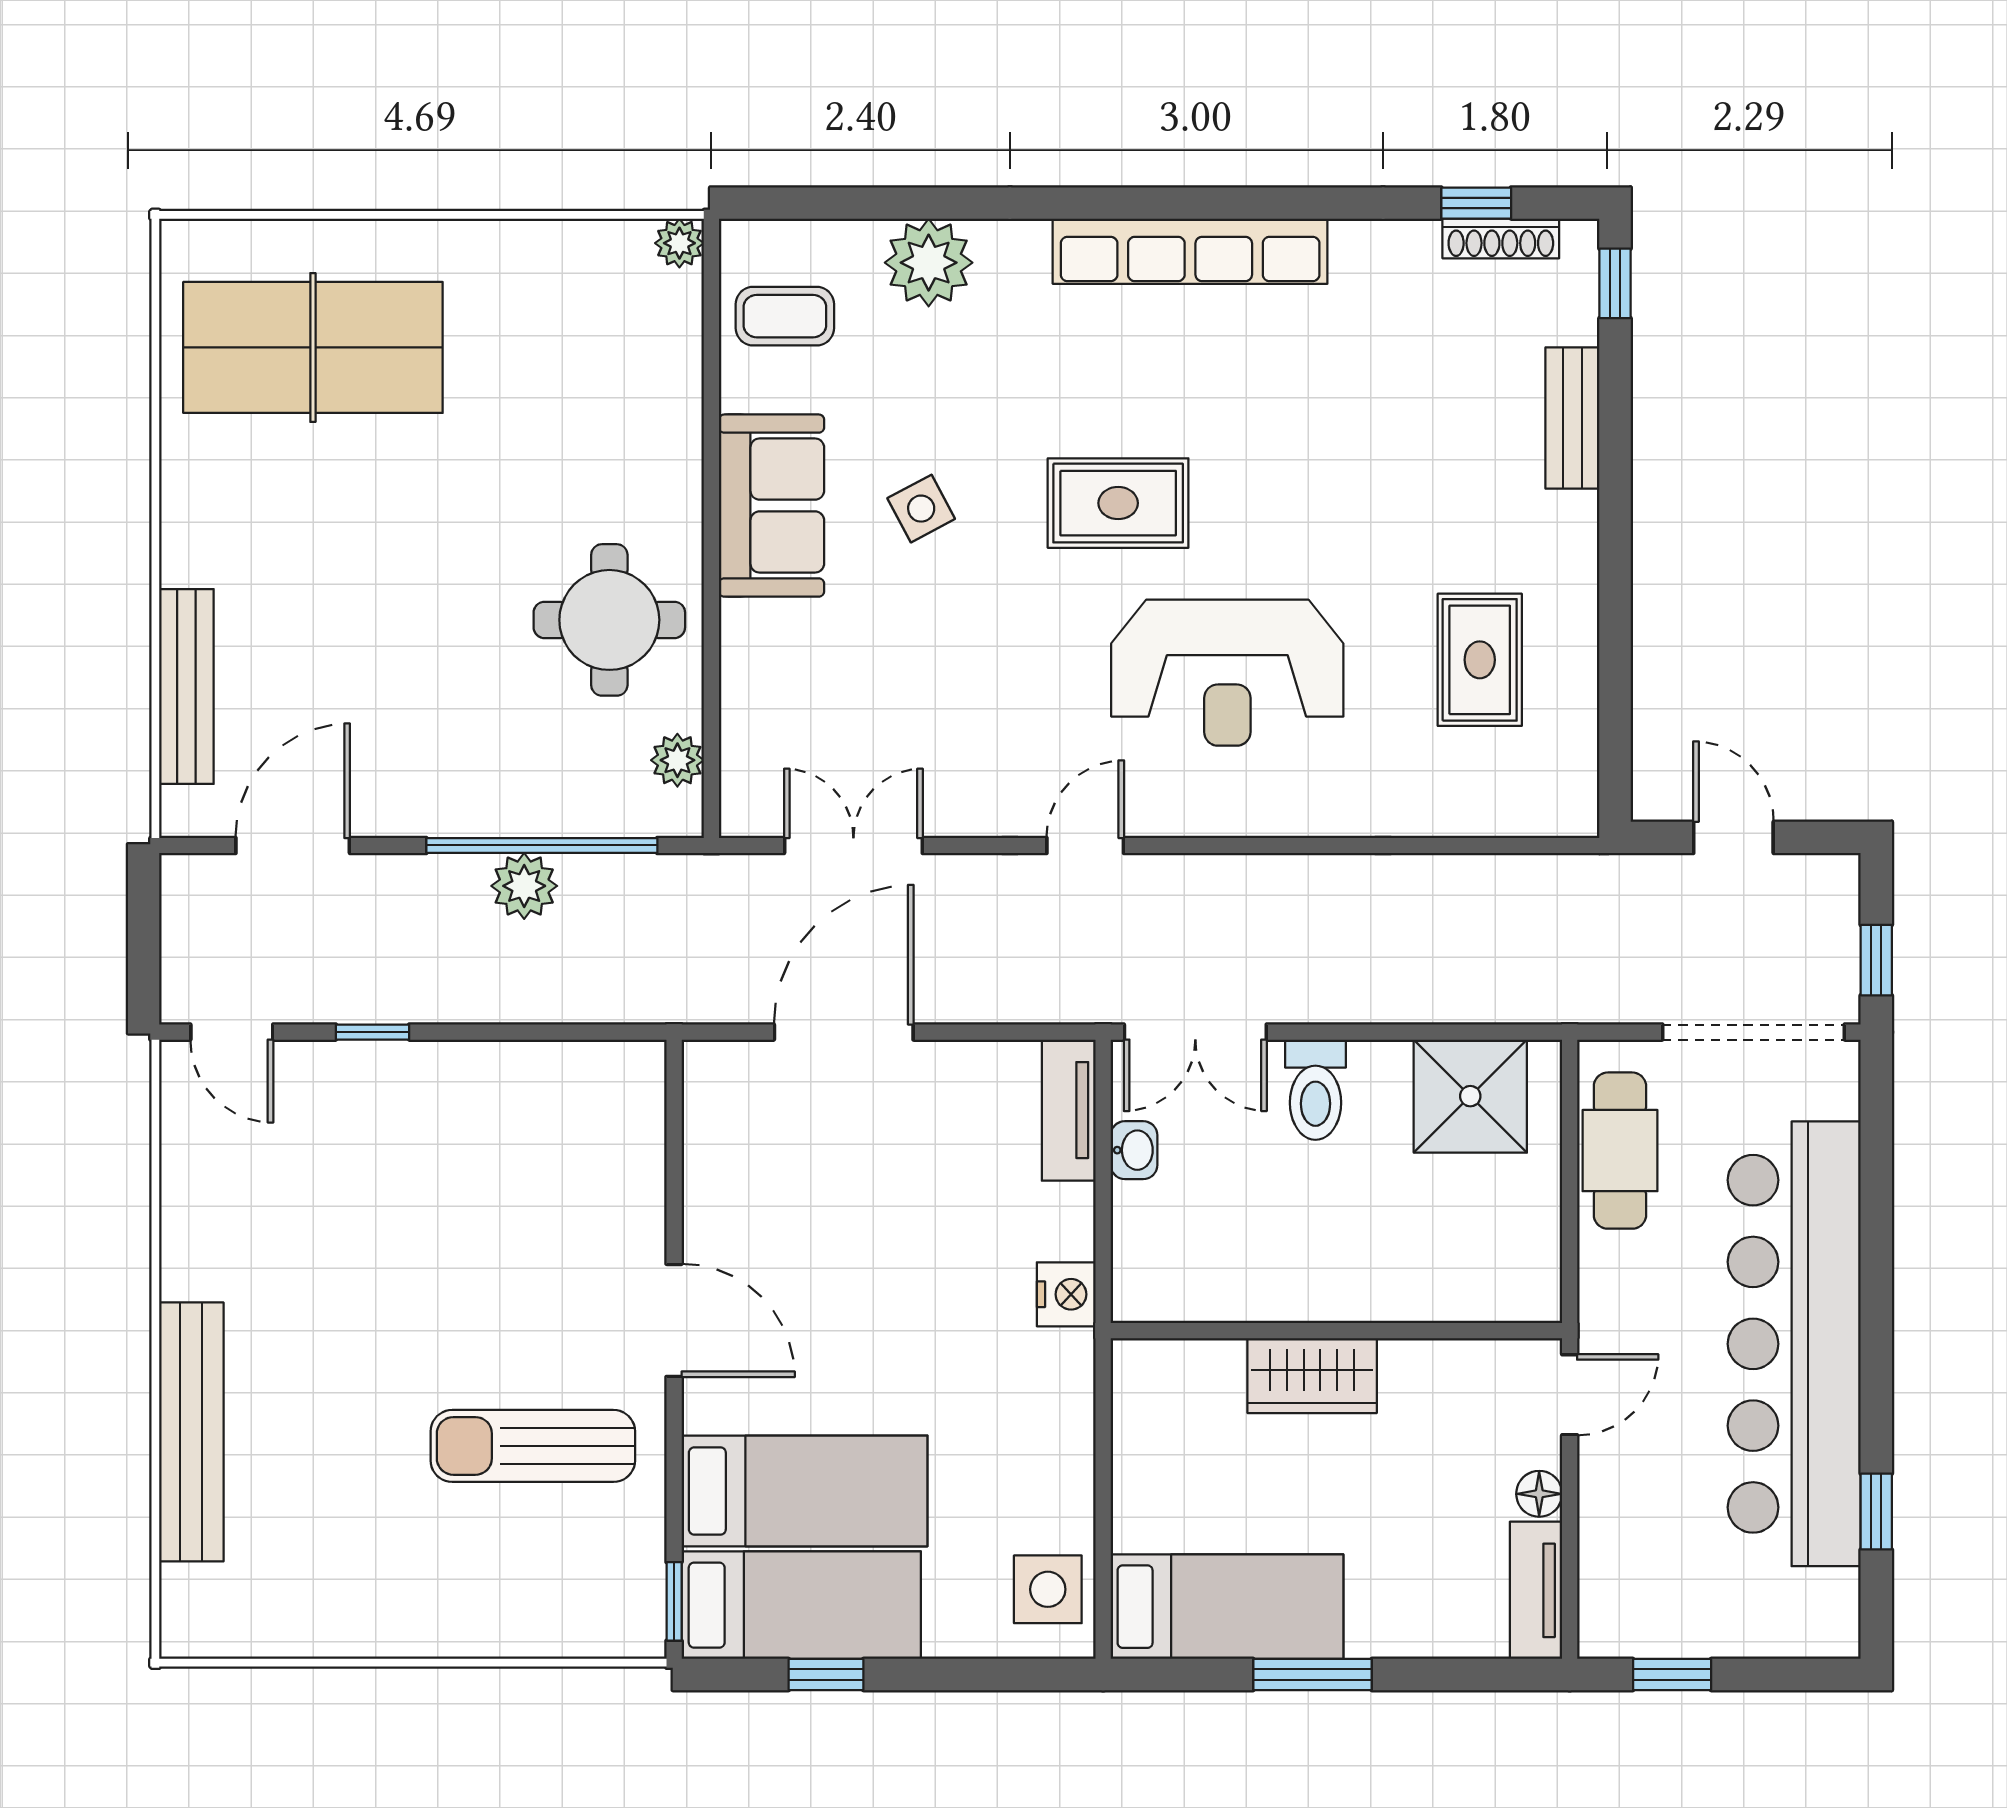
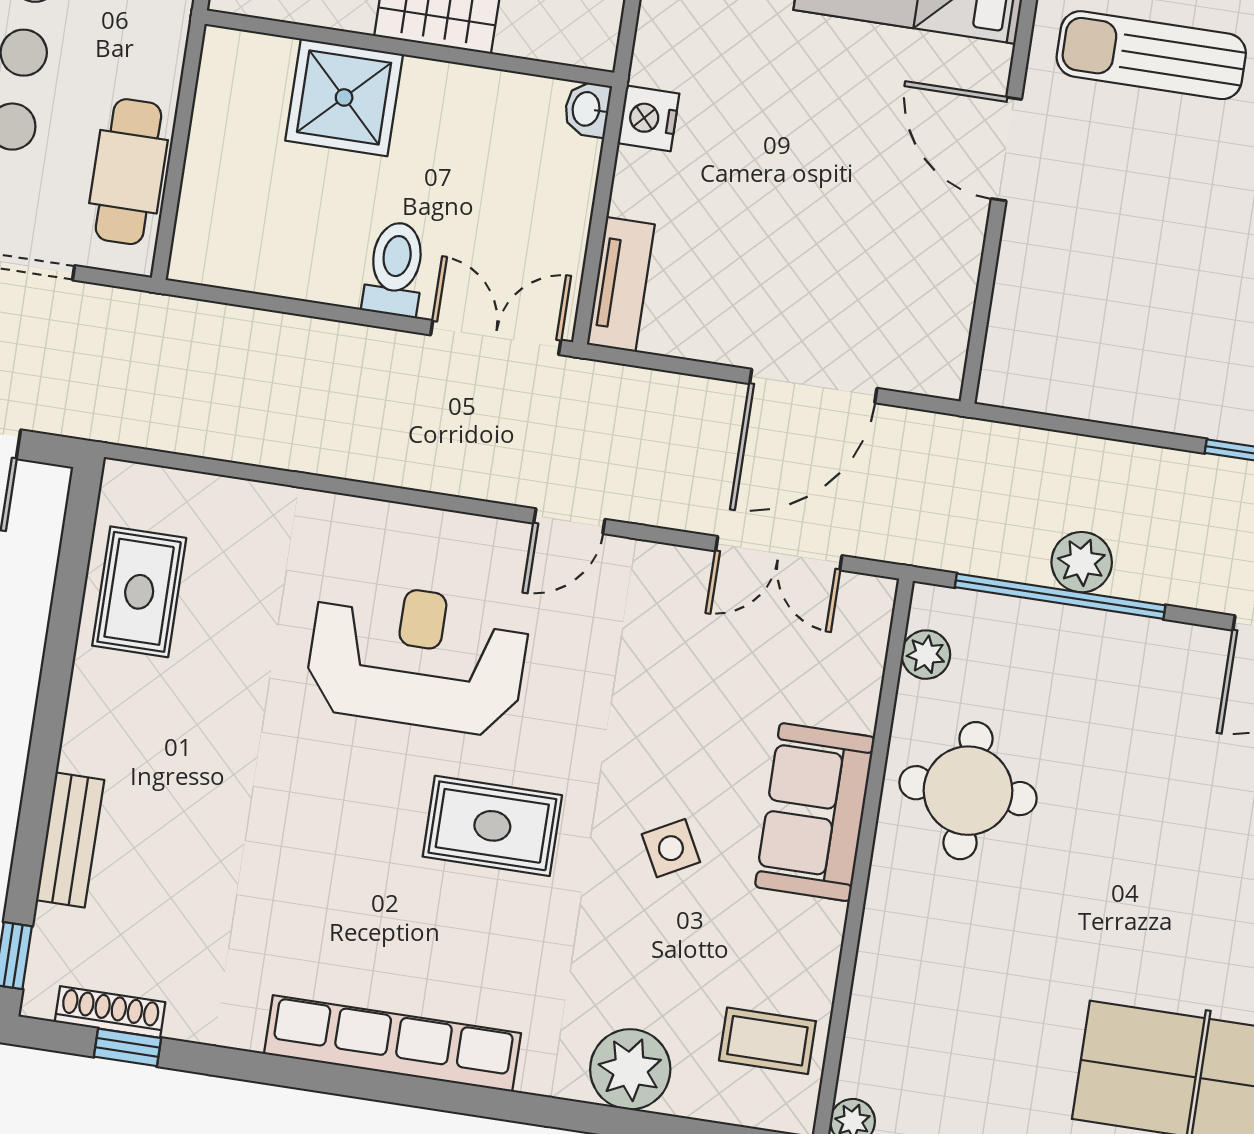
sofa: (772, 506) -> (815, 812), moved
rug: (1480, 660) -> (139, 592), moved
shower: (1470, 1096) -> (344, 97), moved
washbasin: (1134, 1150) -> (587, 109), moved
sun lounger: (533, 1446) -> (1151, 55), turned 180

